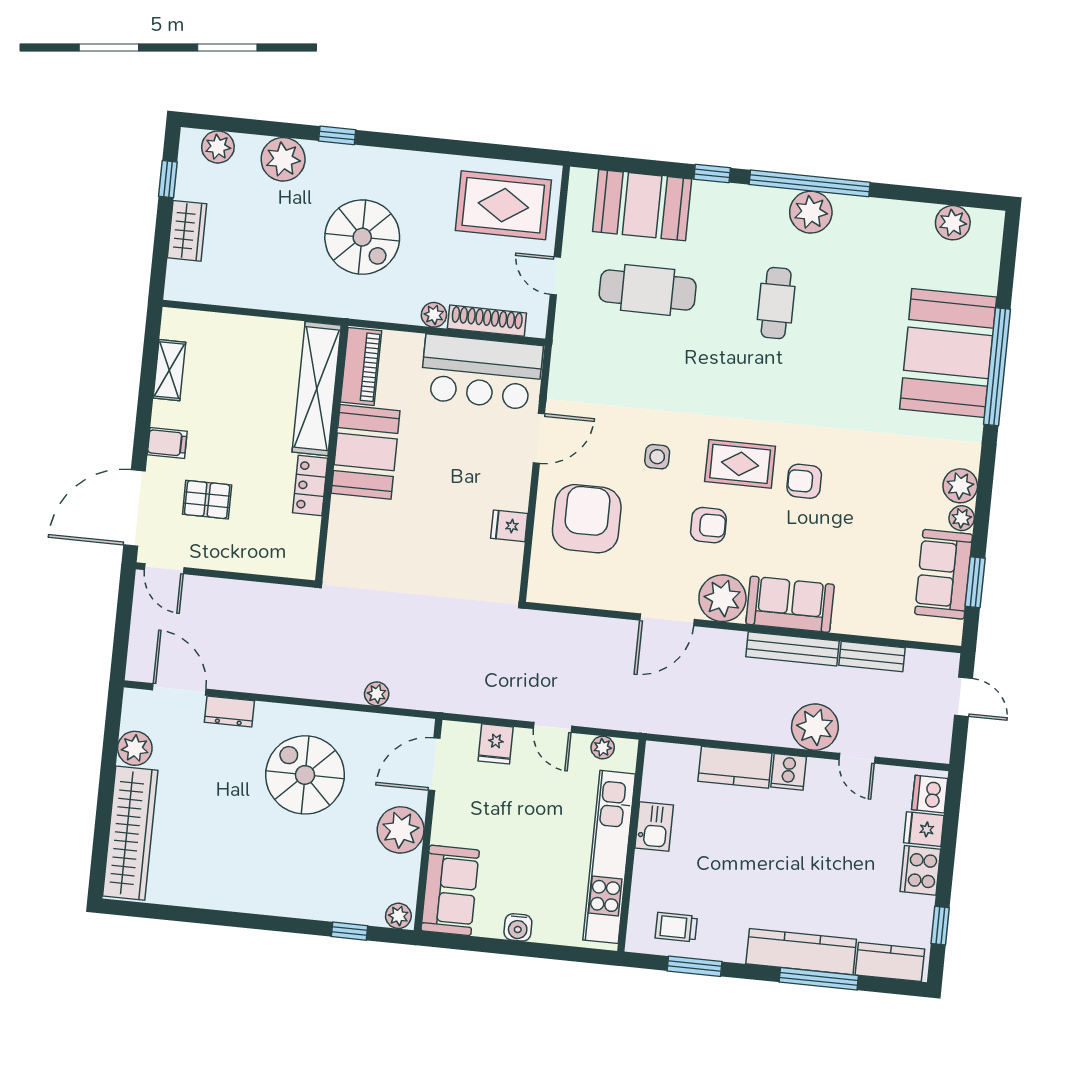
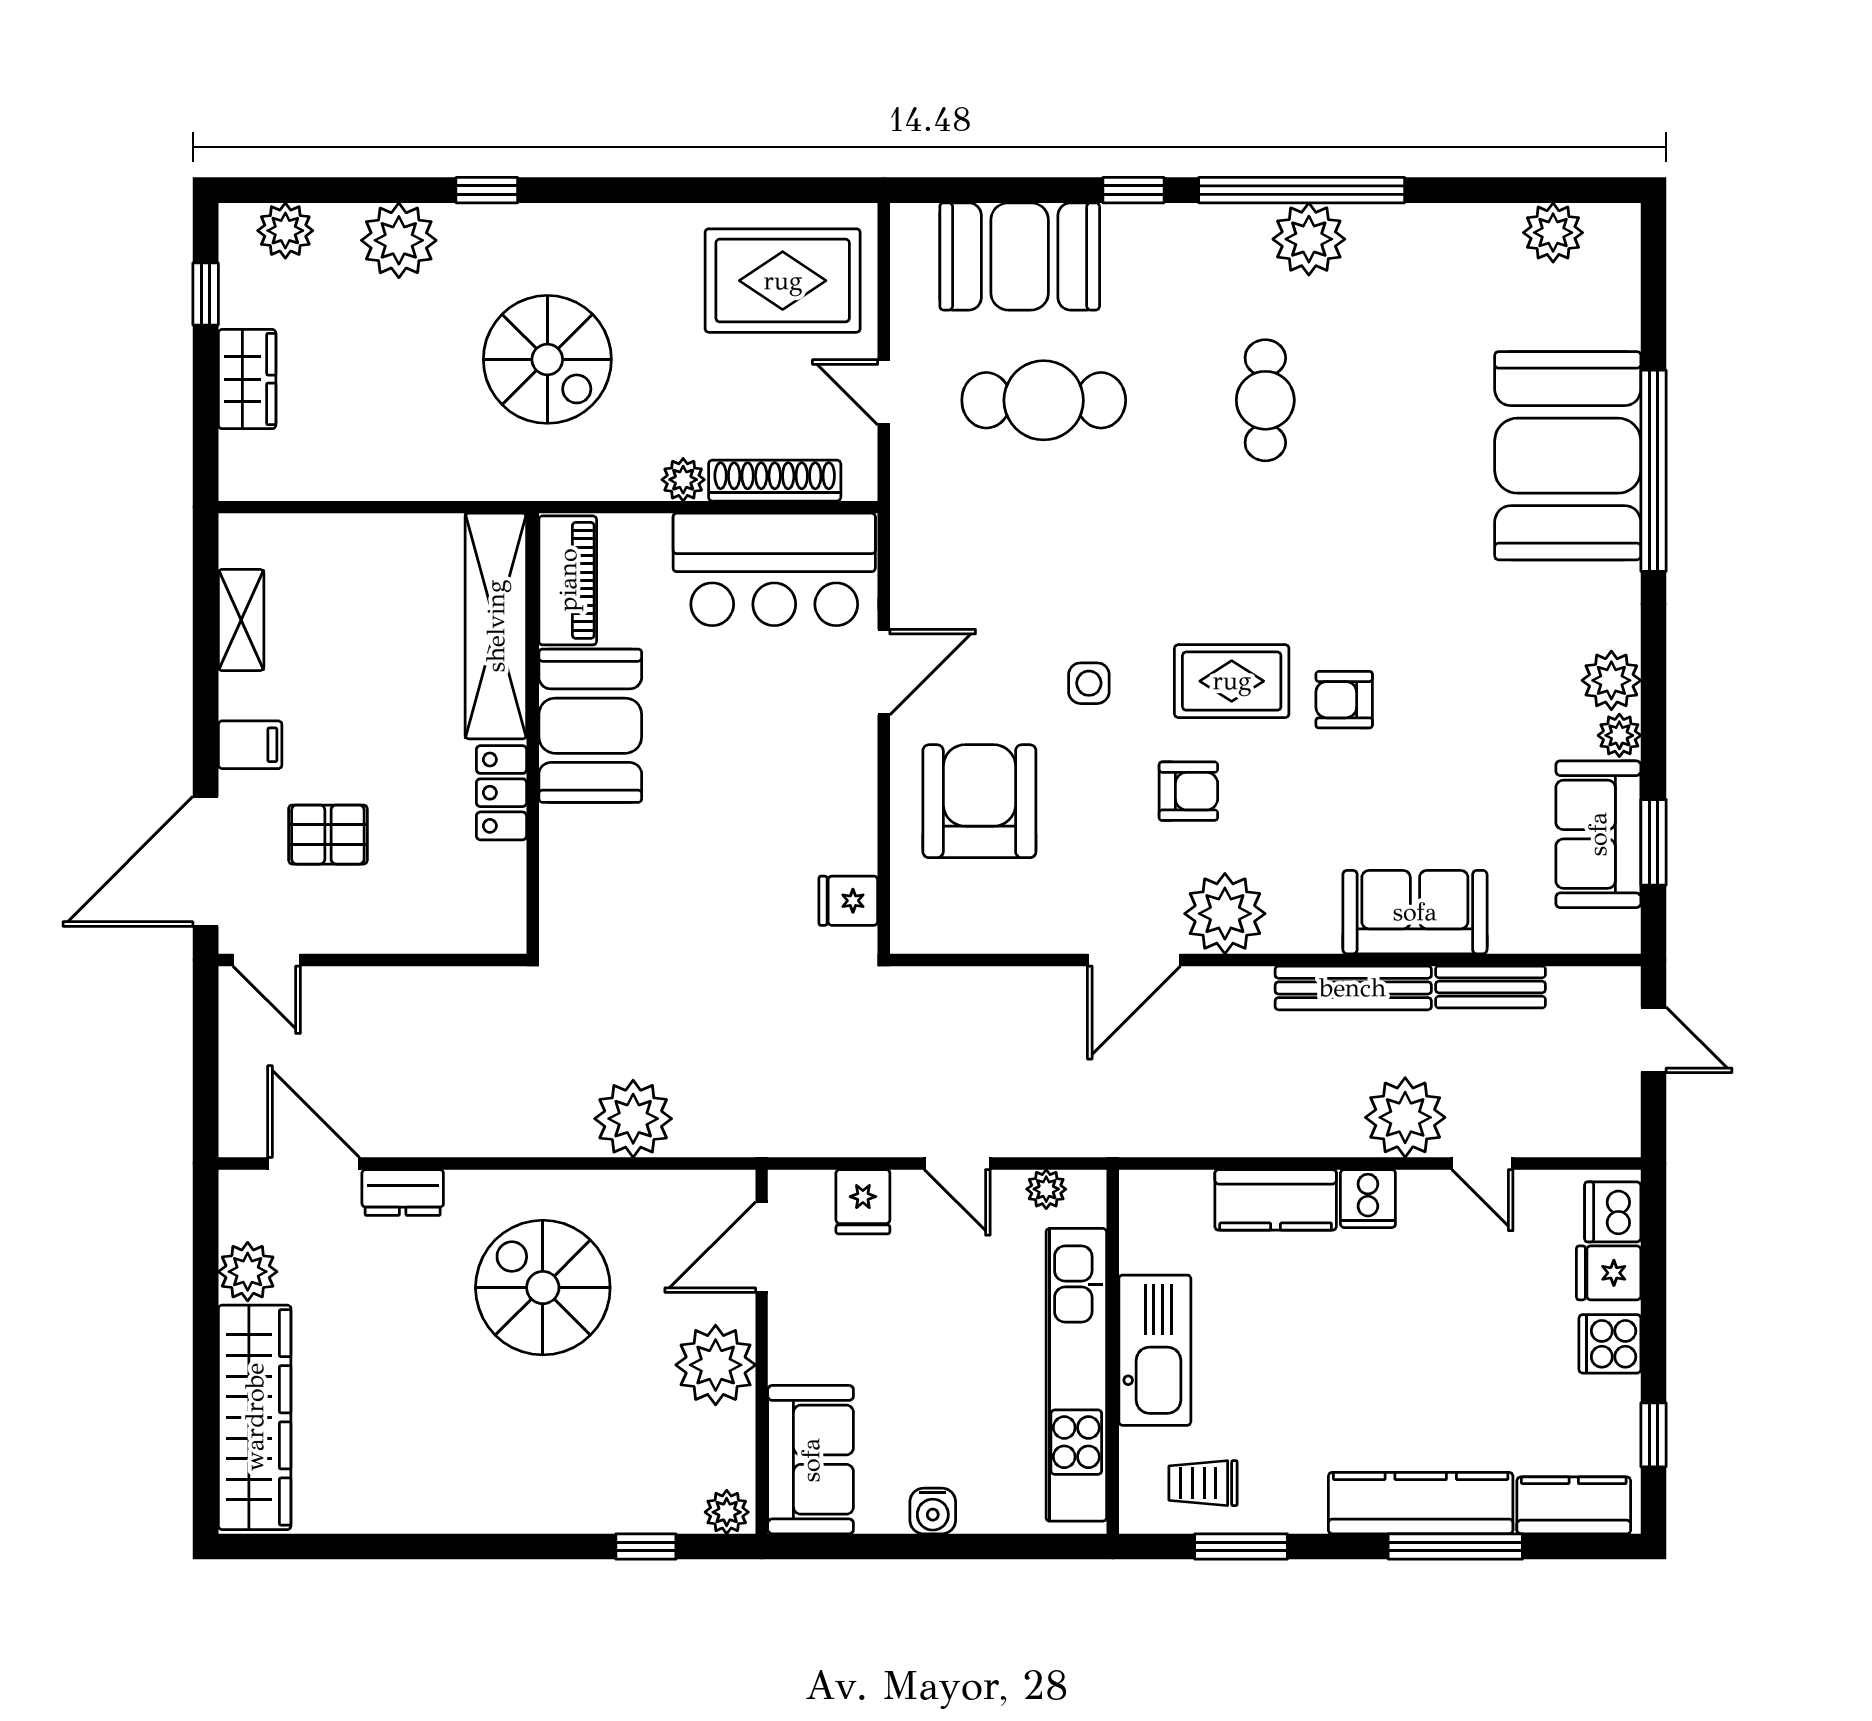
fridge: (509, 526) -> (848, 901), moved
sofa: (790, 604) -> (1415, 912), moved
plant: (377, 694) -> (633, 1119), width x1.88, depth x1.88
kitchen sink: (654, 827) -> (1155, 1350), width x1.87, depth x1.24
cooker: (920, 870) -> (1610, 1344), width x0.73

